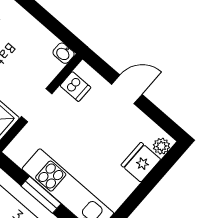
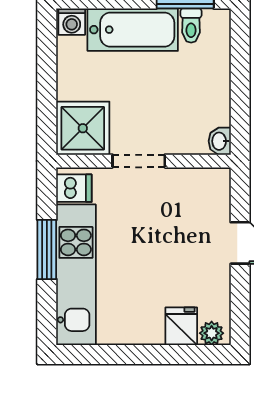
dishwasher: (75, 87) -> (74, 188), moved, turned -90
fridge: (141, 162) -> (181, 326), width x0.72

